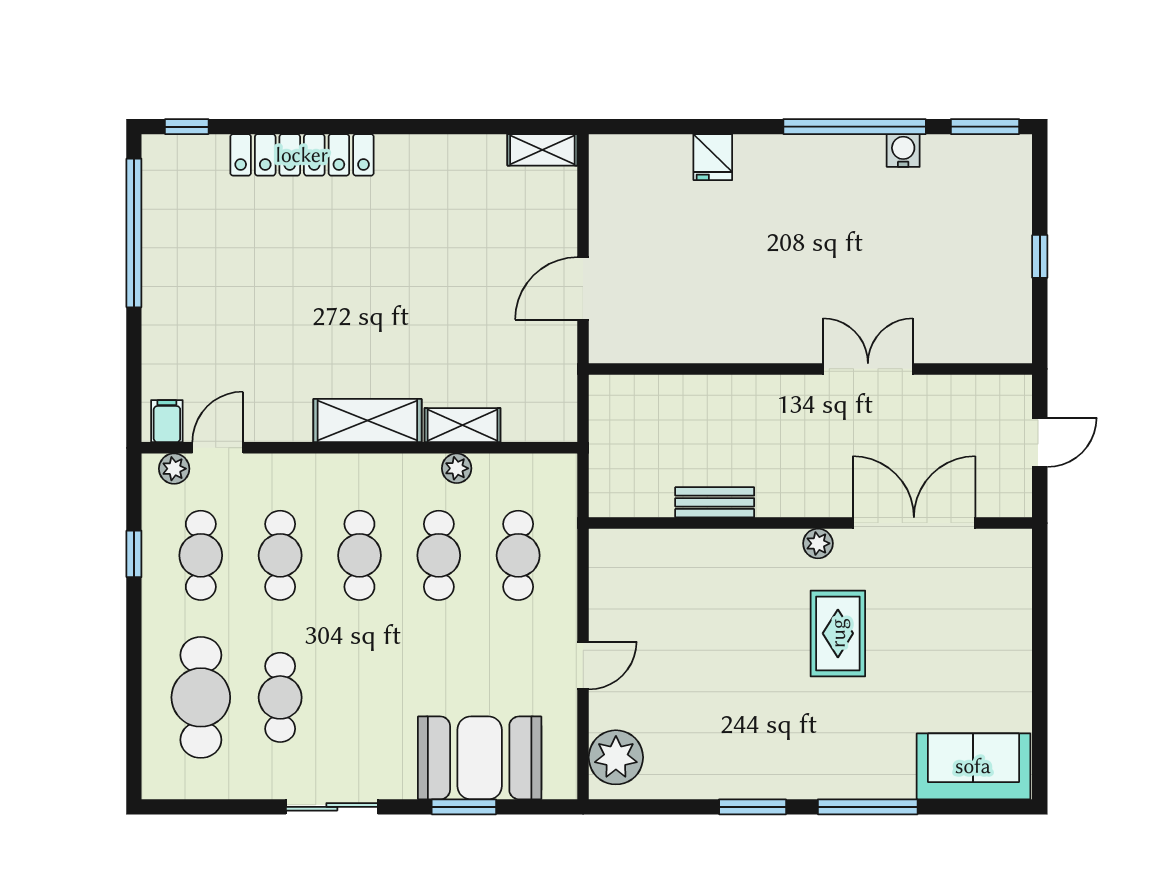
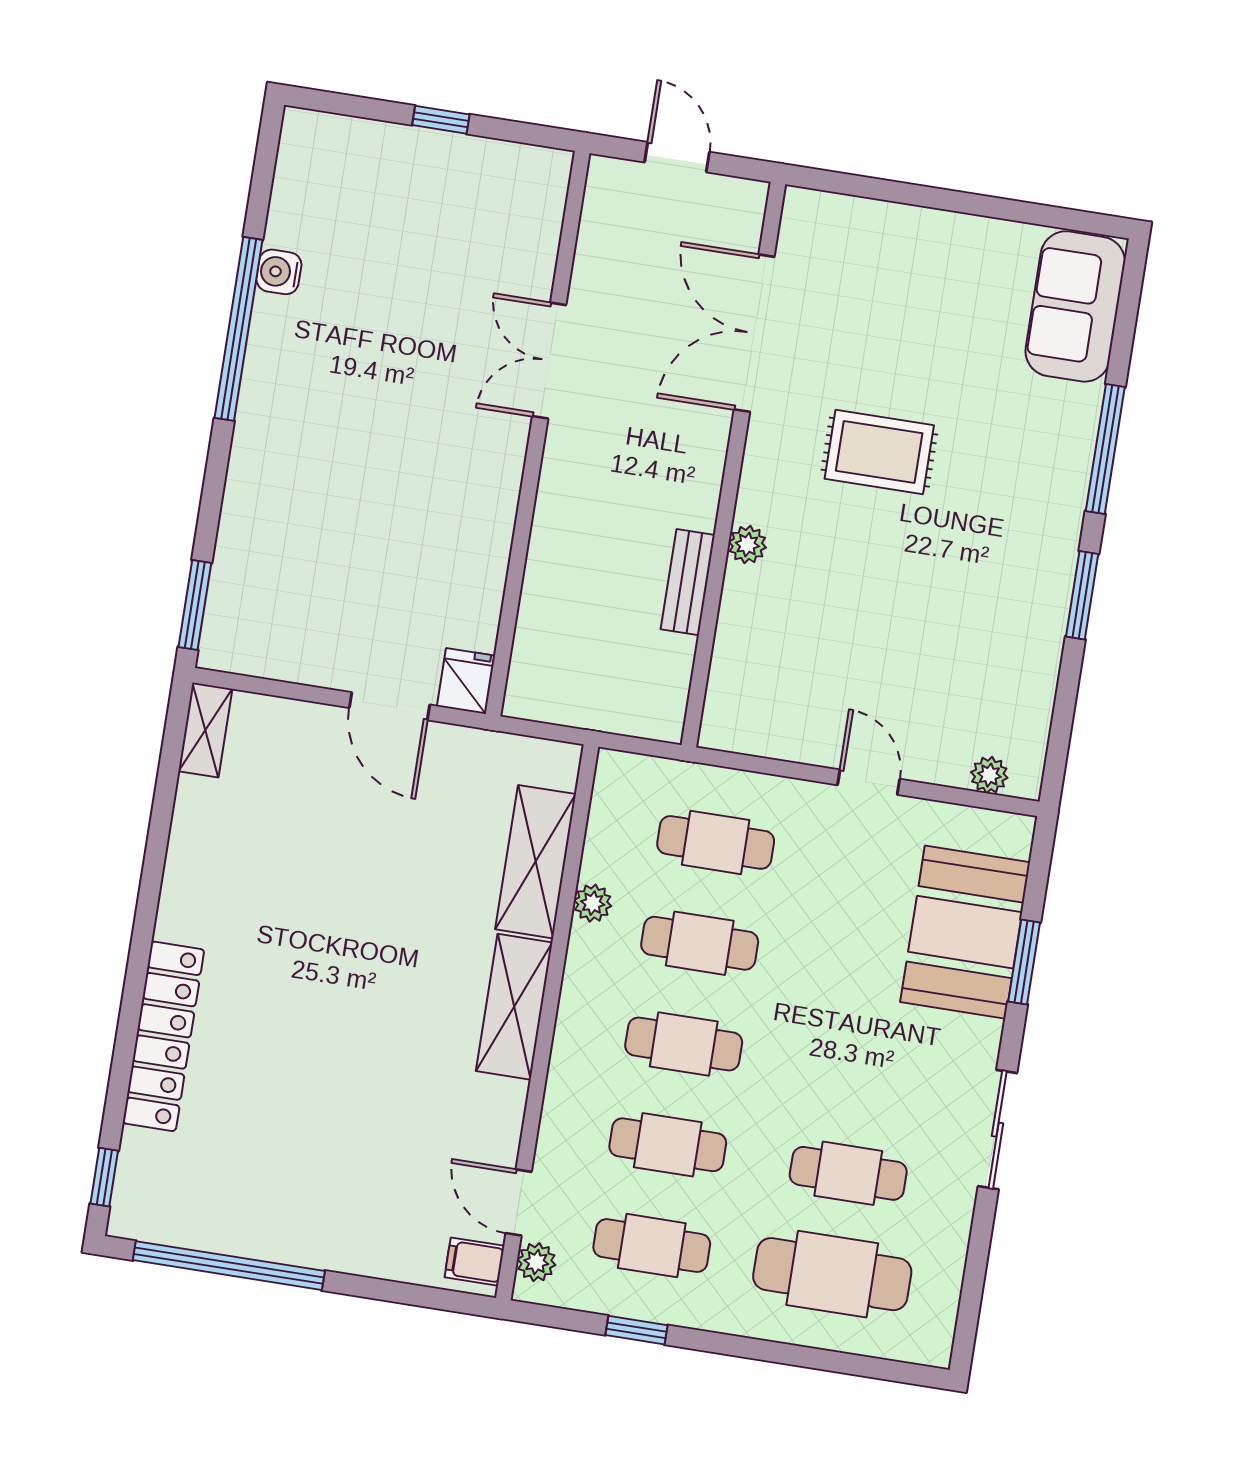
window: (985, 127) -> (195, 605), moved
fridge: (713, 157) -> (466, 681), moved, turned -90
shelving: (462, 425) -> (536, 862), width x1.50, depth x1.33
plant: (818, 543) -> (747, 545), moved
plant: (616, 757) -> (989, 775), width x0.53, depth x0.53

